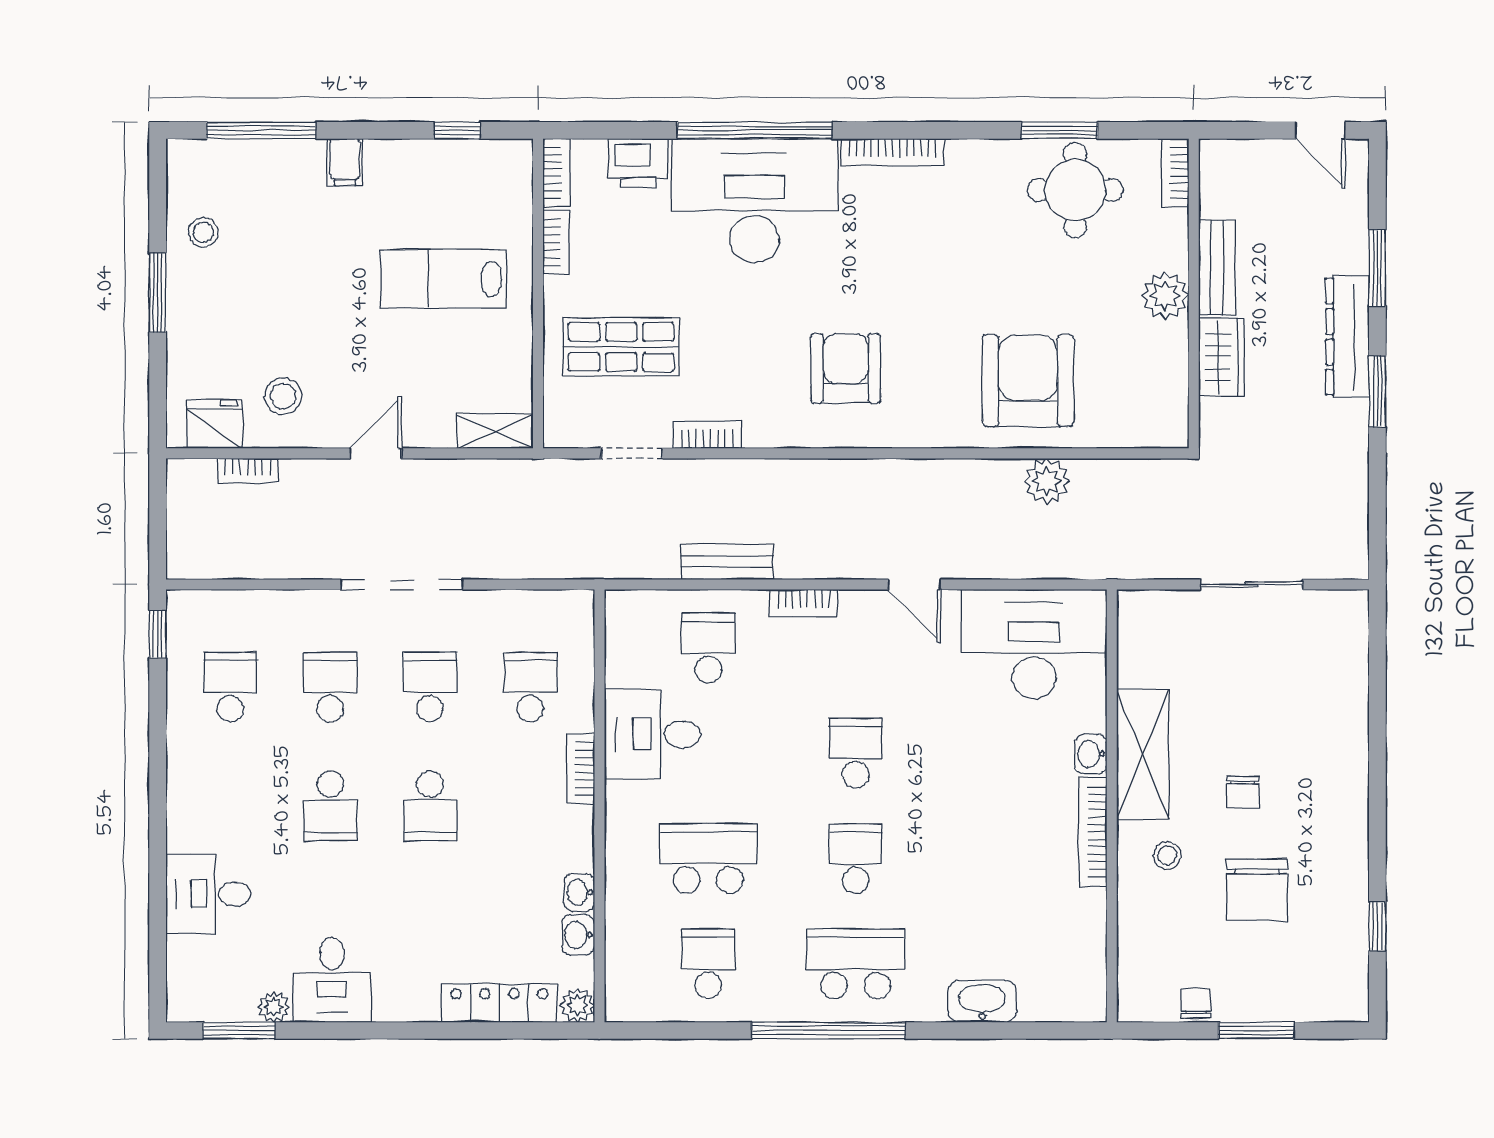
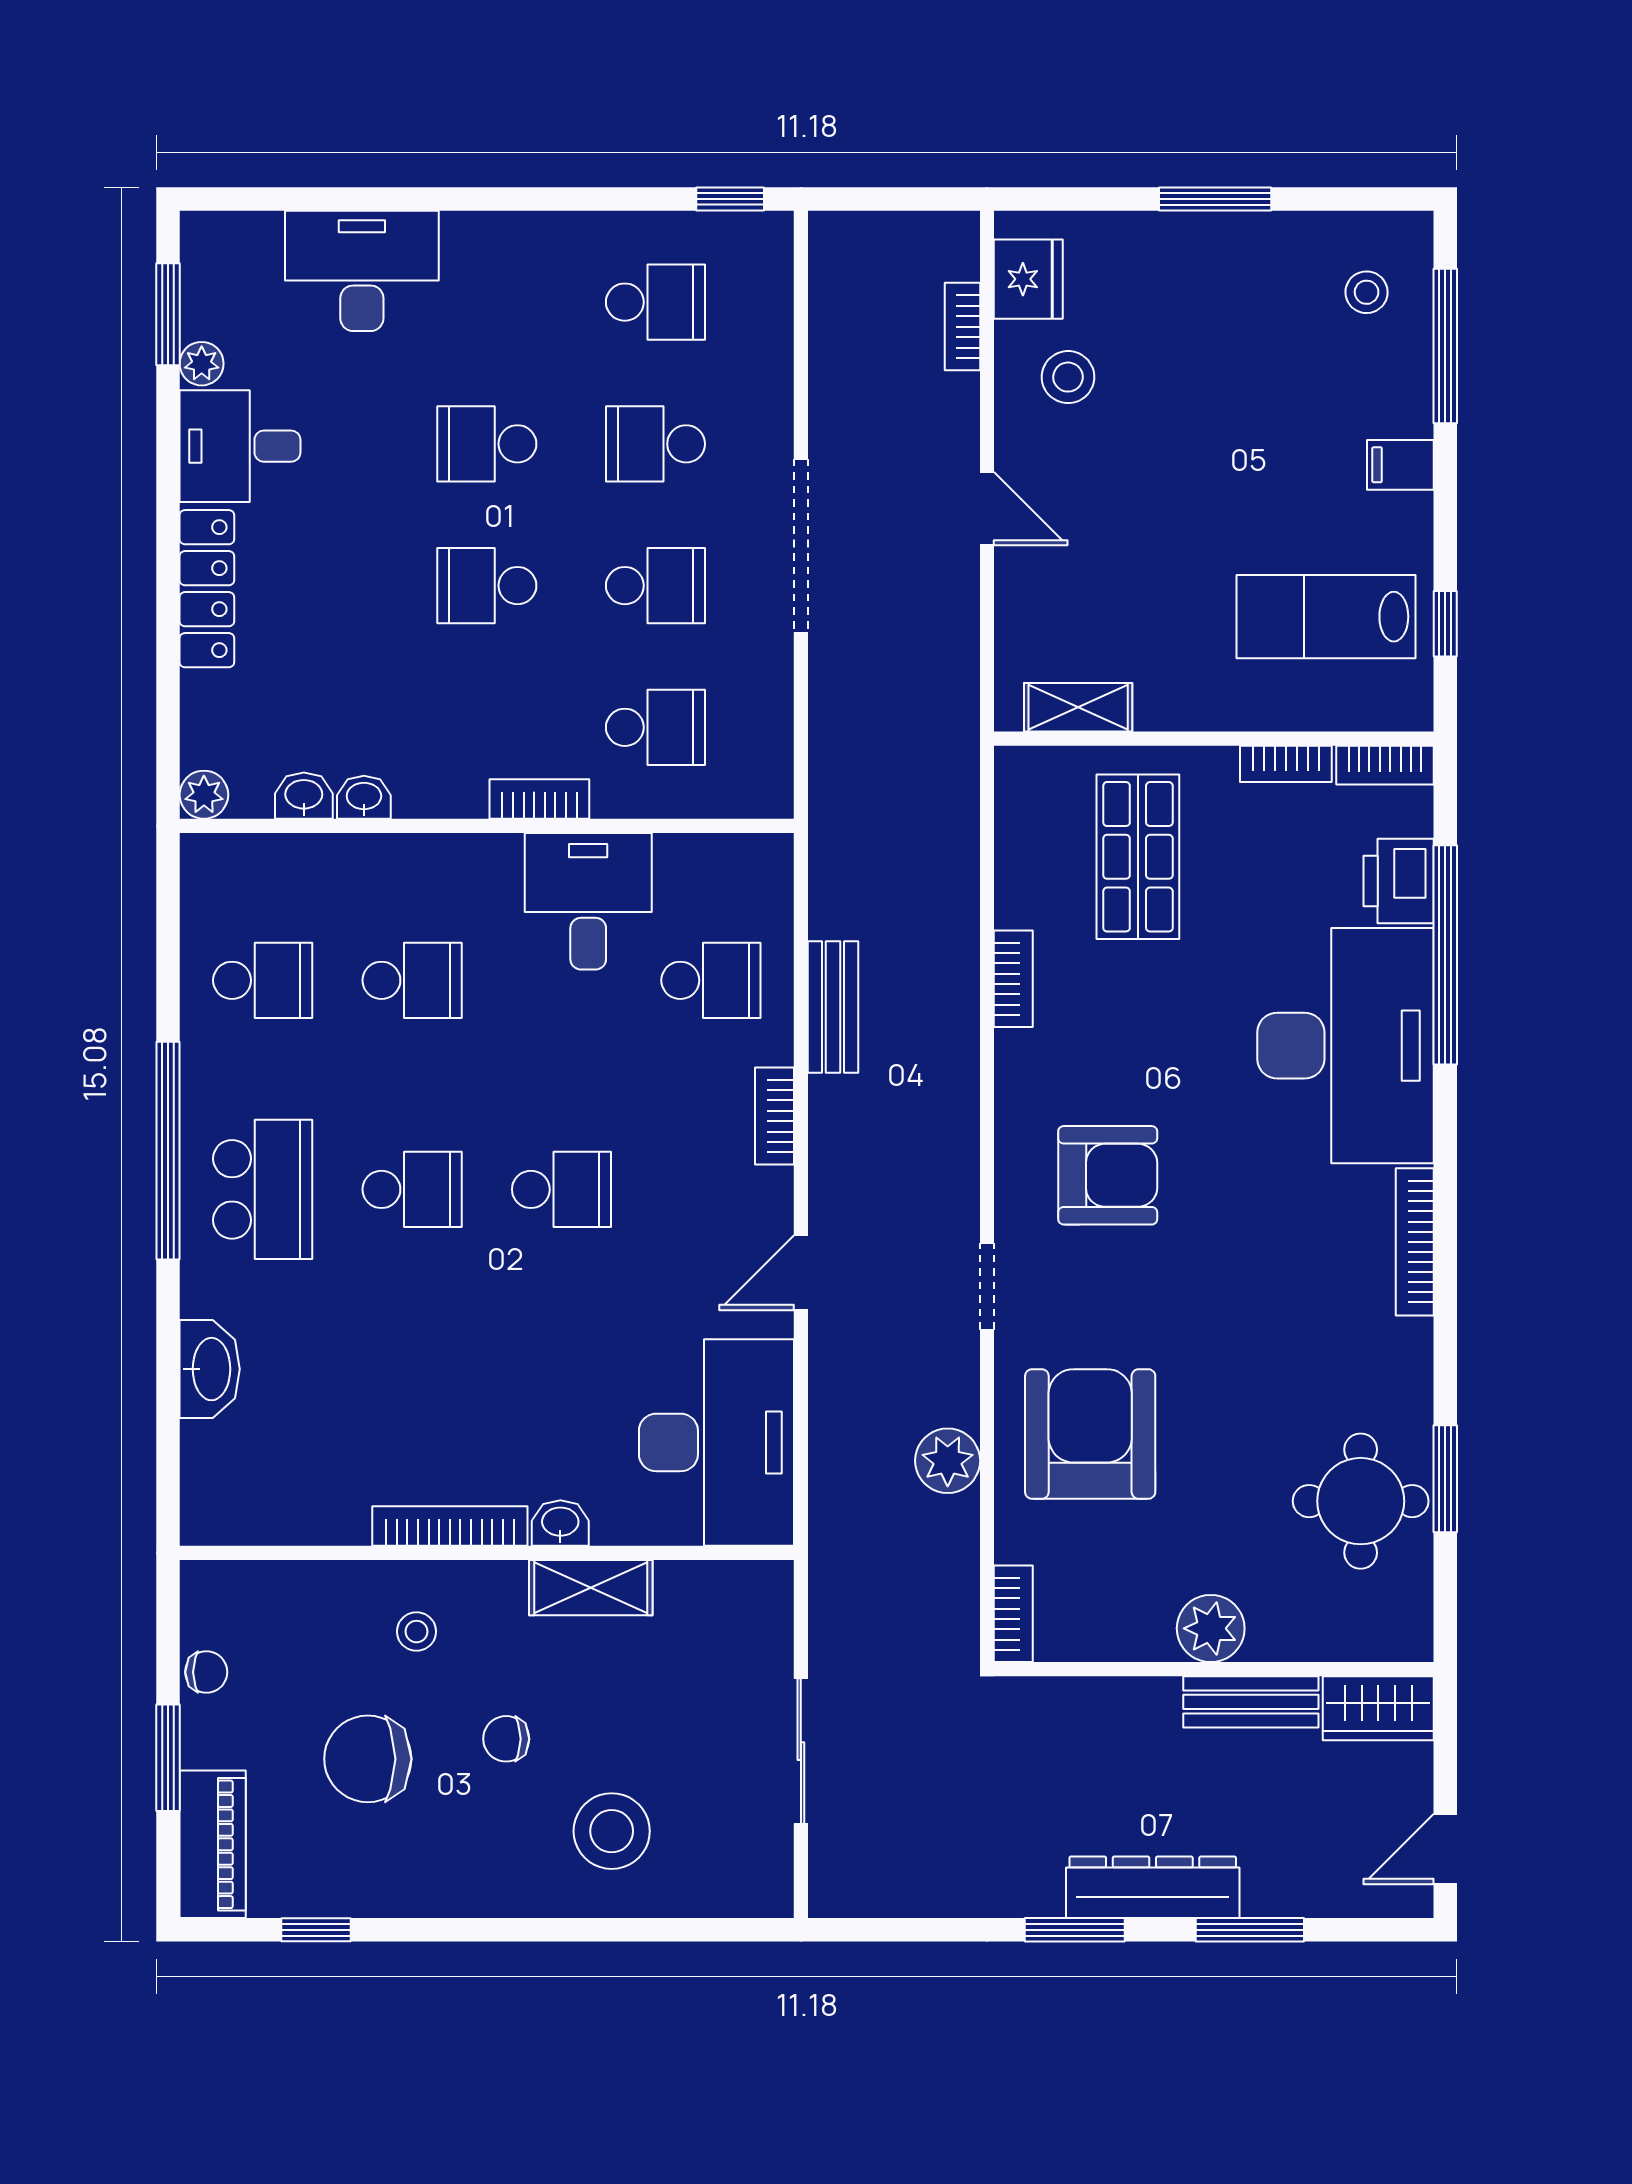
window: (755, 130) -> (1445, 955), moved
bookcase: (1175, 173) -> (1013, 1614), moved, turned 90
stool: (203, 232) -> (1367, 292), moved
lab bench: (444, 279) -> (1326, 617), moved, turned -90
wardrobe: (1221, 357) -> (1378, 1708), moved
armchair: (1028, 381) -> (1090, 1434), turned -90
shelving: (495, 431) -> (1078, 707), moved, turned 90
doorway: (632, 453) -> (987, 1286), moved
school desk: (330, 687) -> (655, 444), turned 180
stool: (1308, 718) -> (612, 1831), added
shelving: (1143, 754) -> (591, 1588), width x0.67, depth x0.75
school desk: (708, 858) -> (412, 980), width x0.54
desk: (208, 894) -> (362, 271), width x1.37
piano: (1317, 999) -> (213, 1844), added
locker: (499, 1003) -> (207, 589), moved

